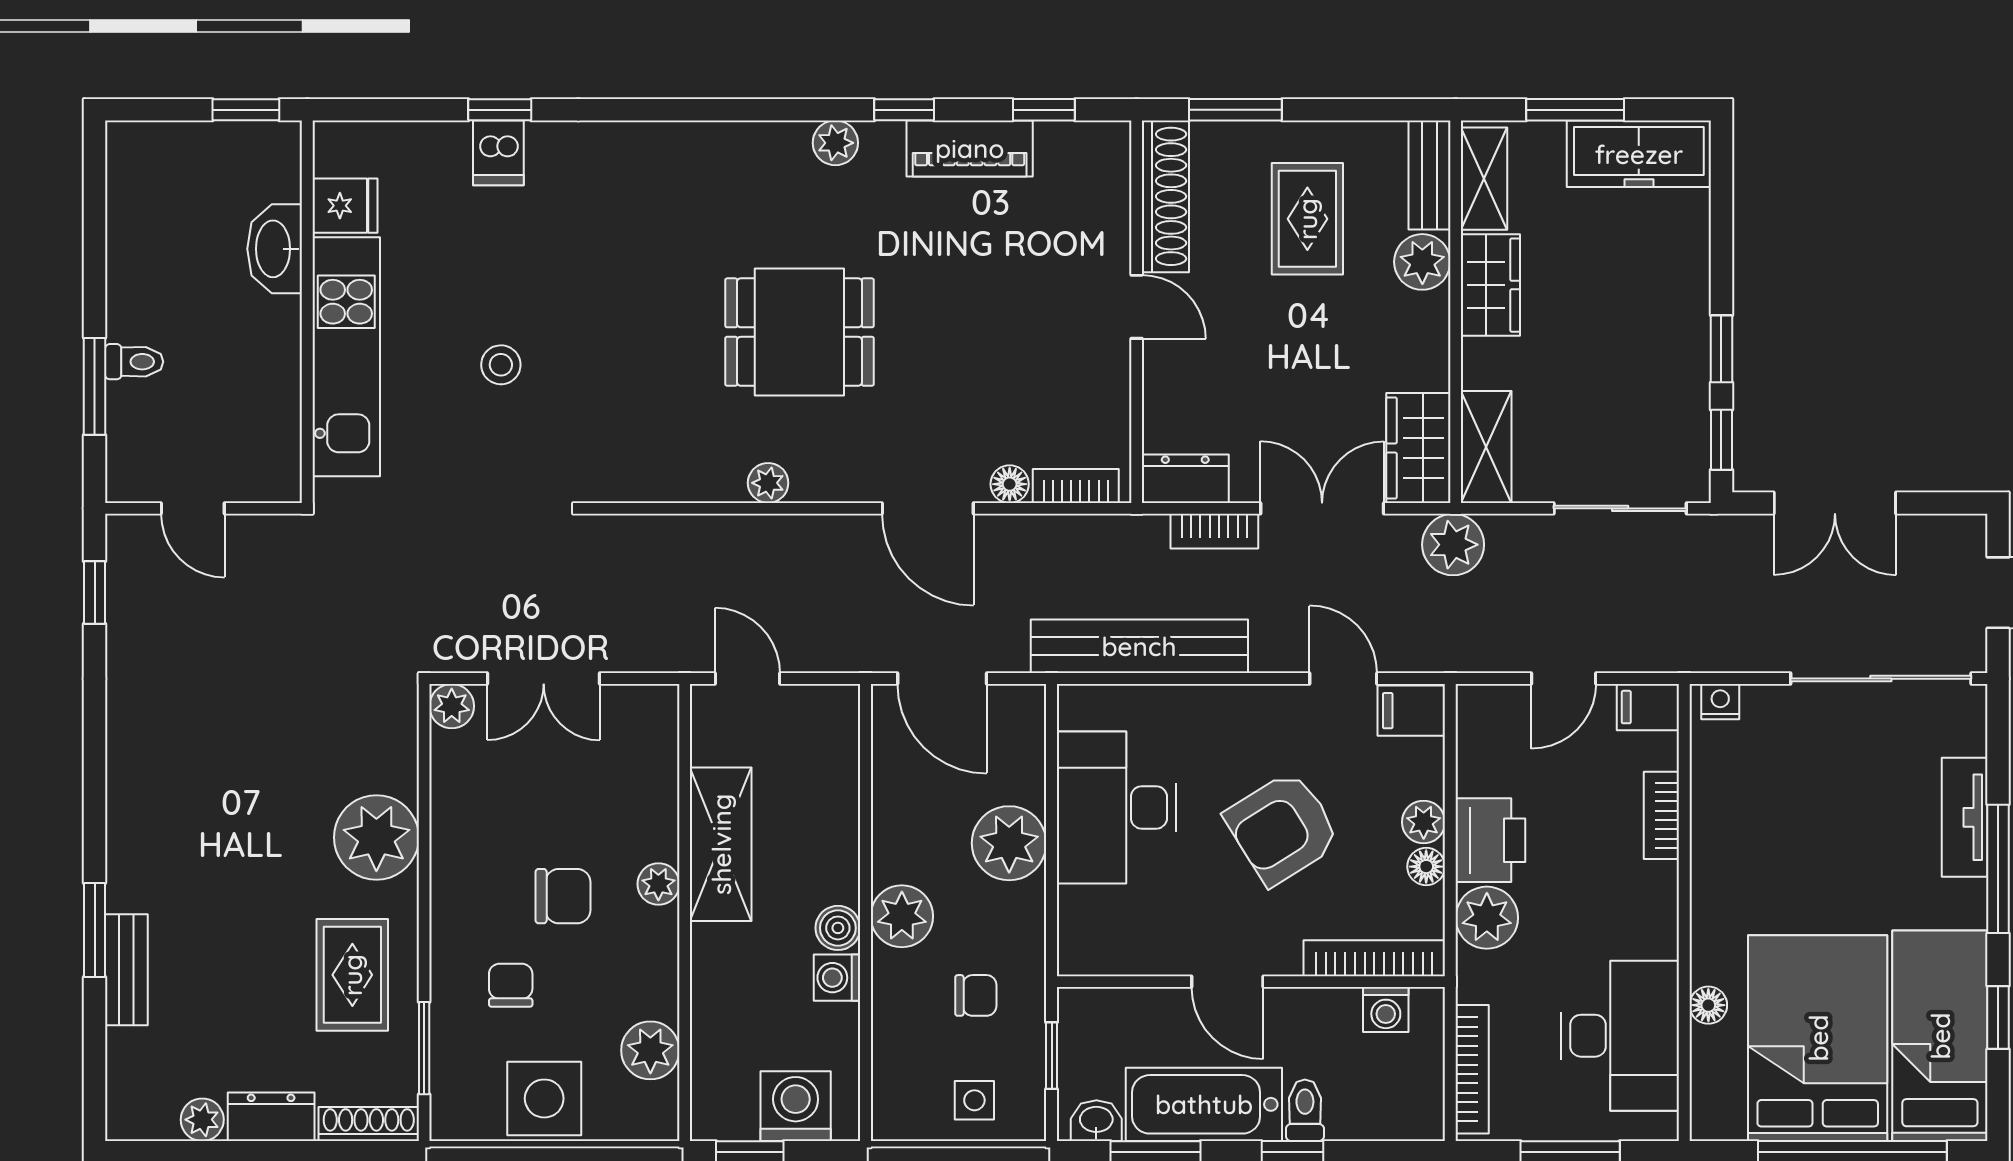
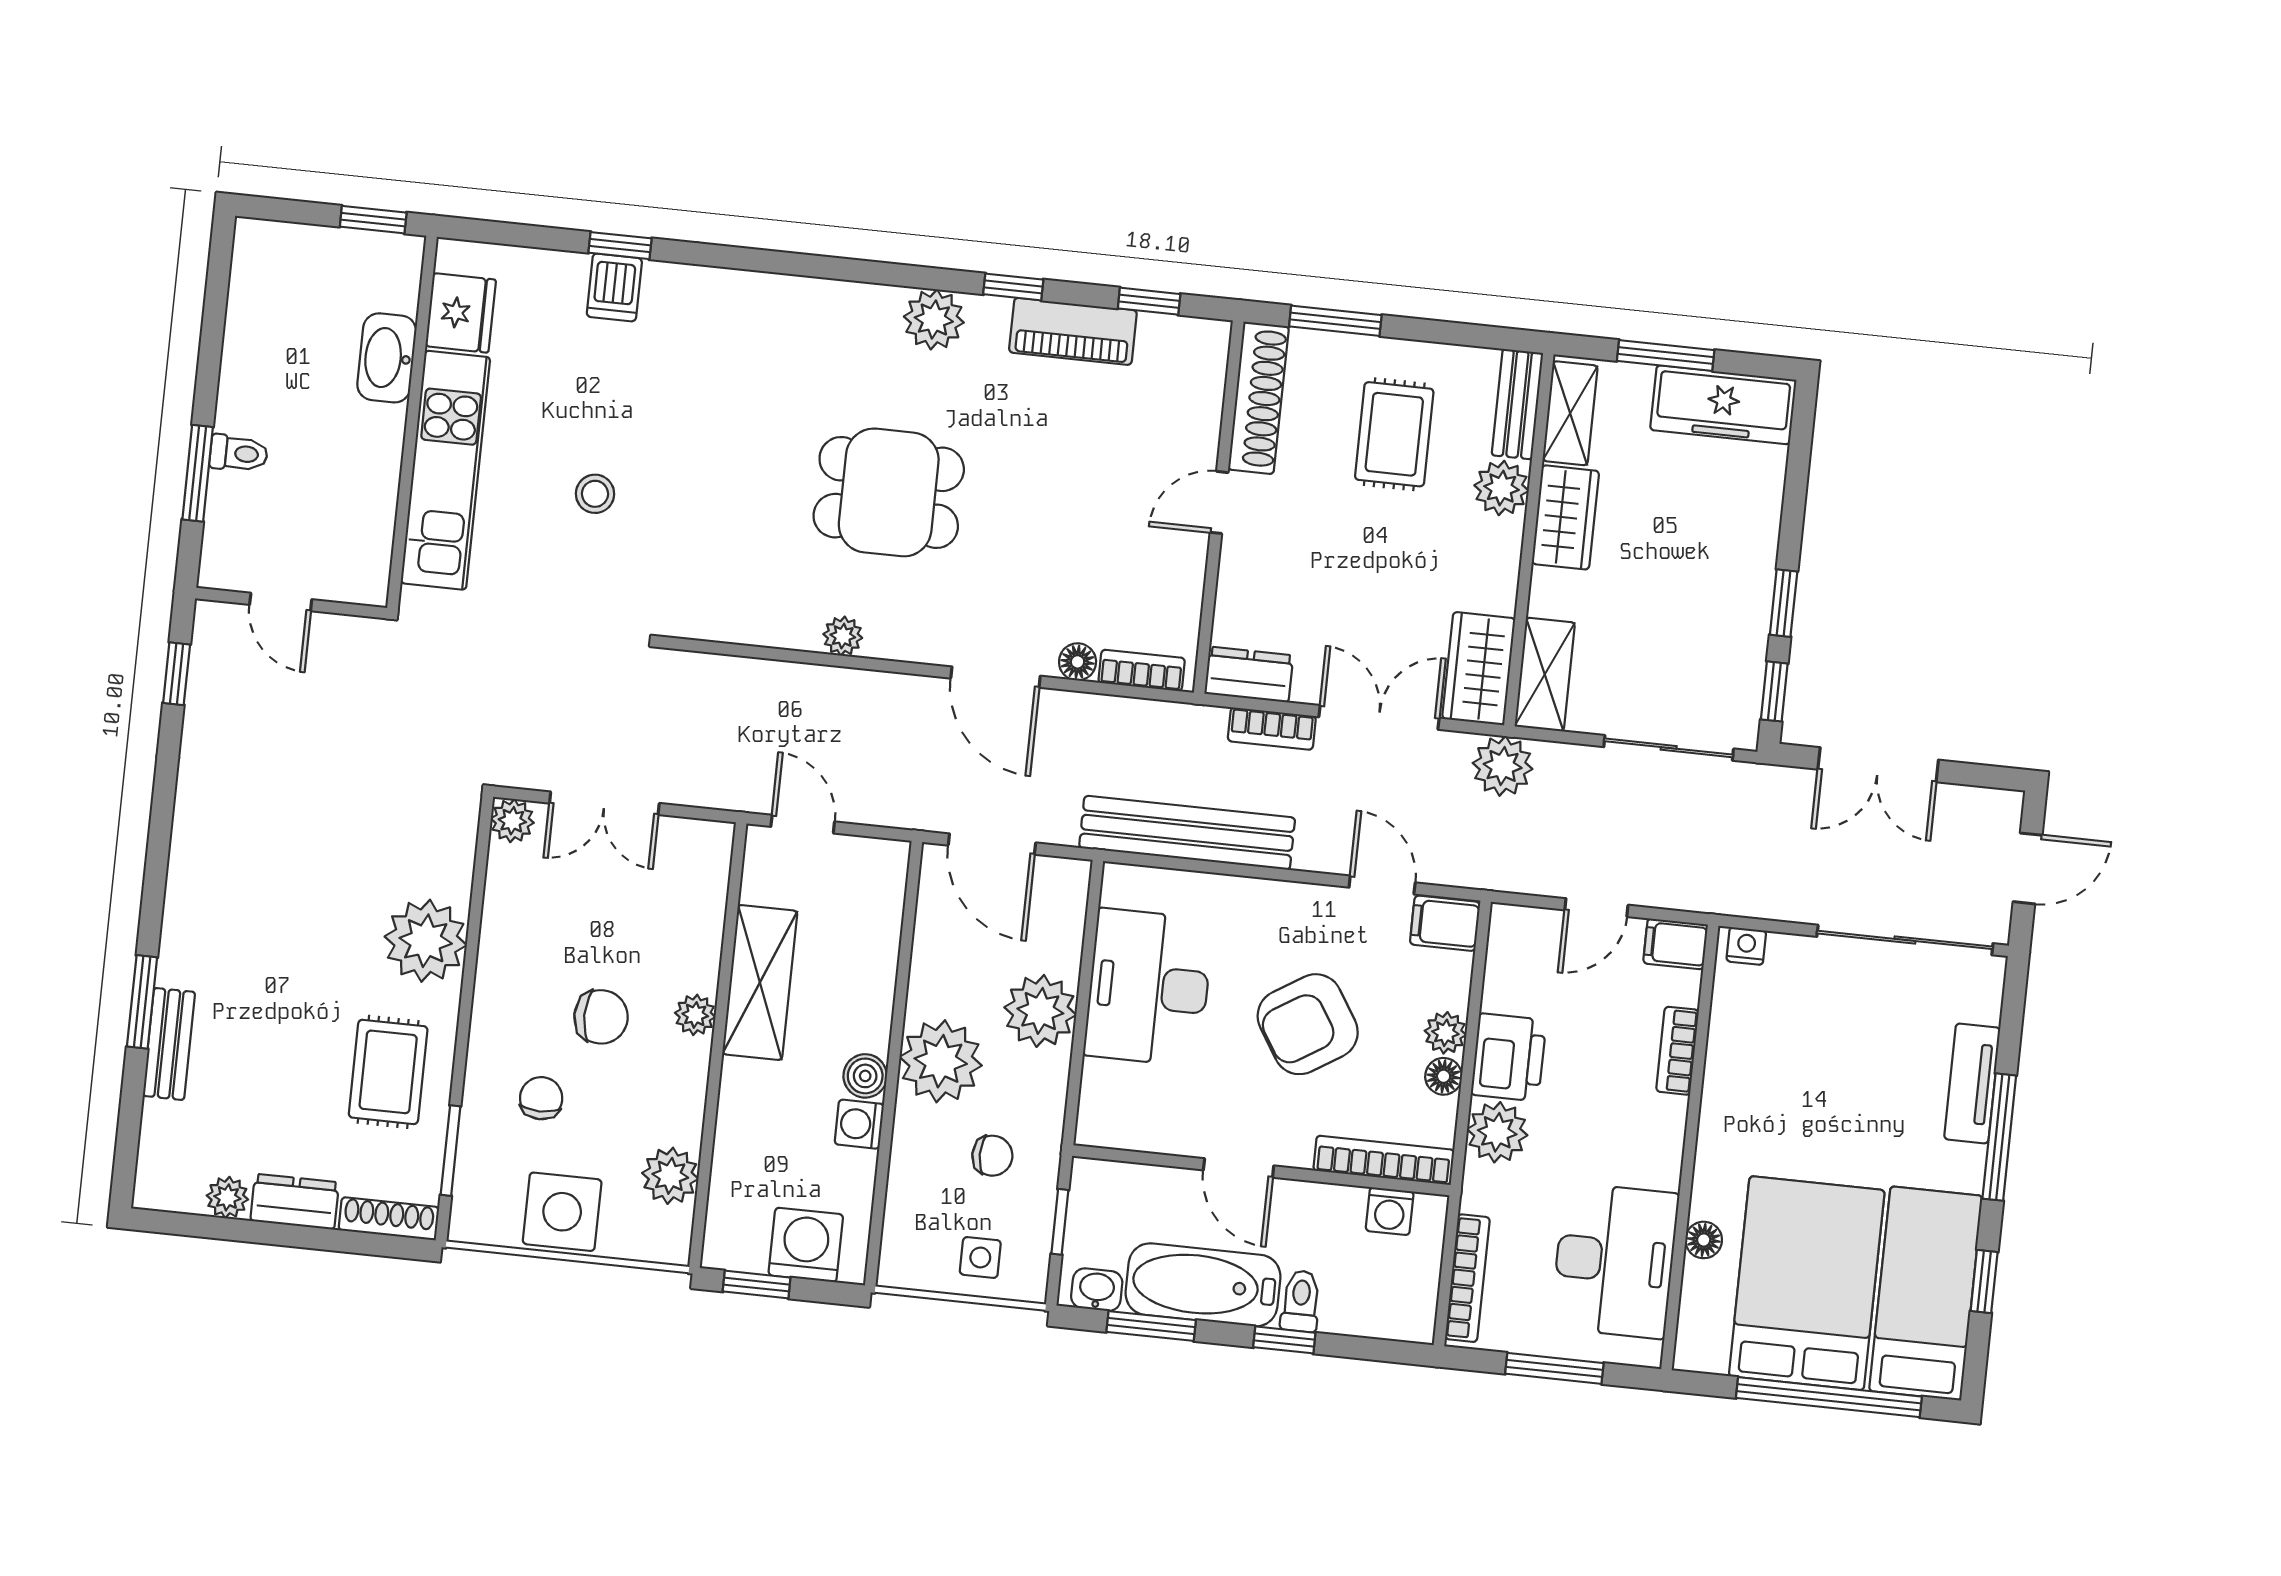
plant: (835, 143) -> (934, 319), width x1.38, depth x1.38
fridge: (345, 206) -> (461, 313), width x1.38
door: (1137, 307) -> (1219, 502), swing flipped
plant: (902, 916) -> (941, 1061), width x1.36, depth x1.36

